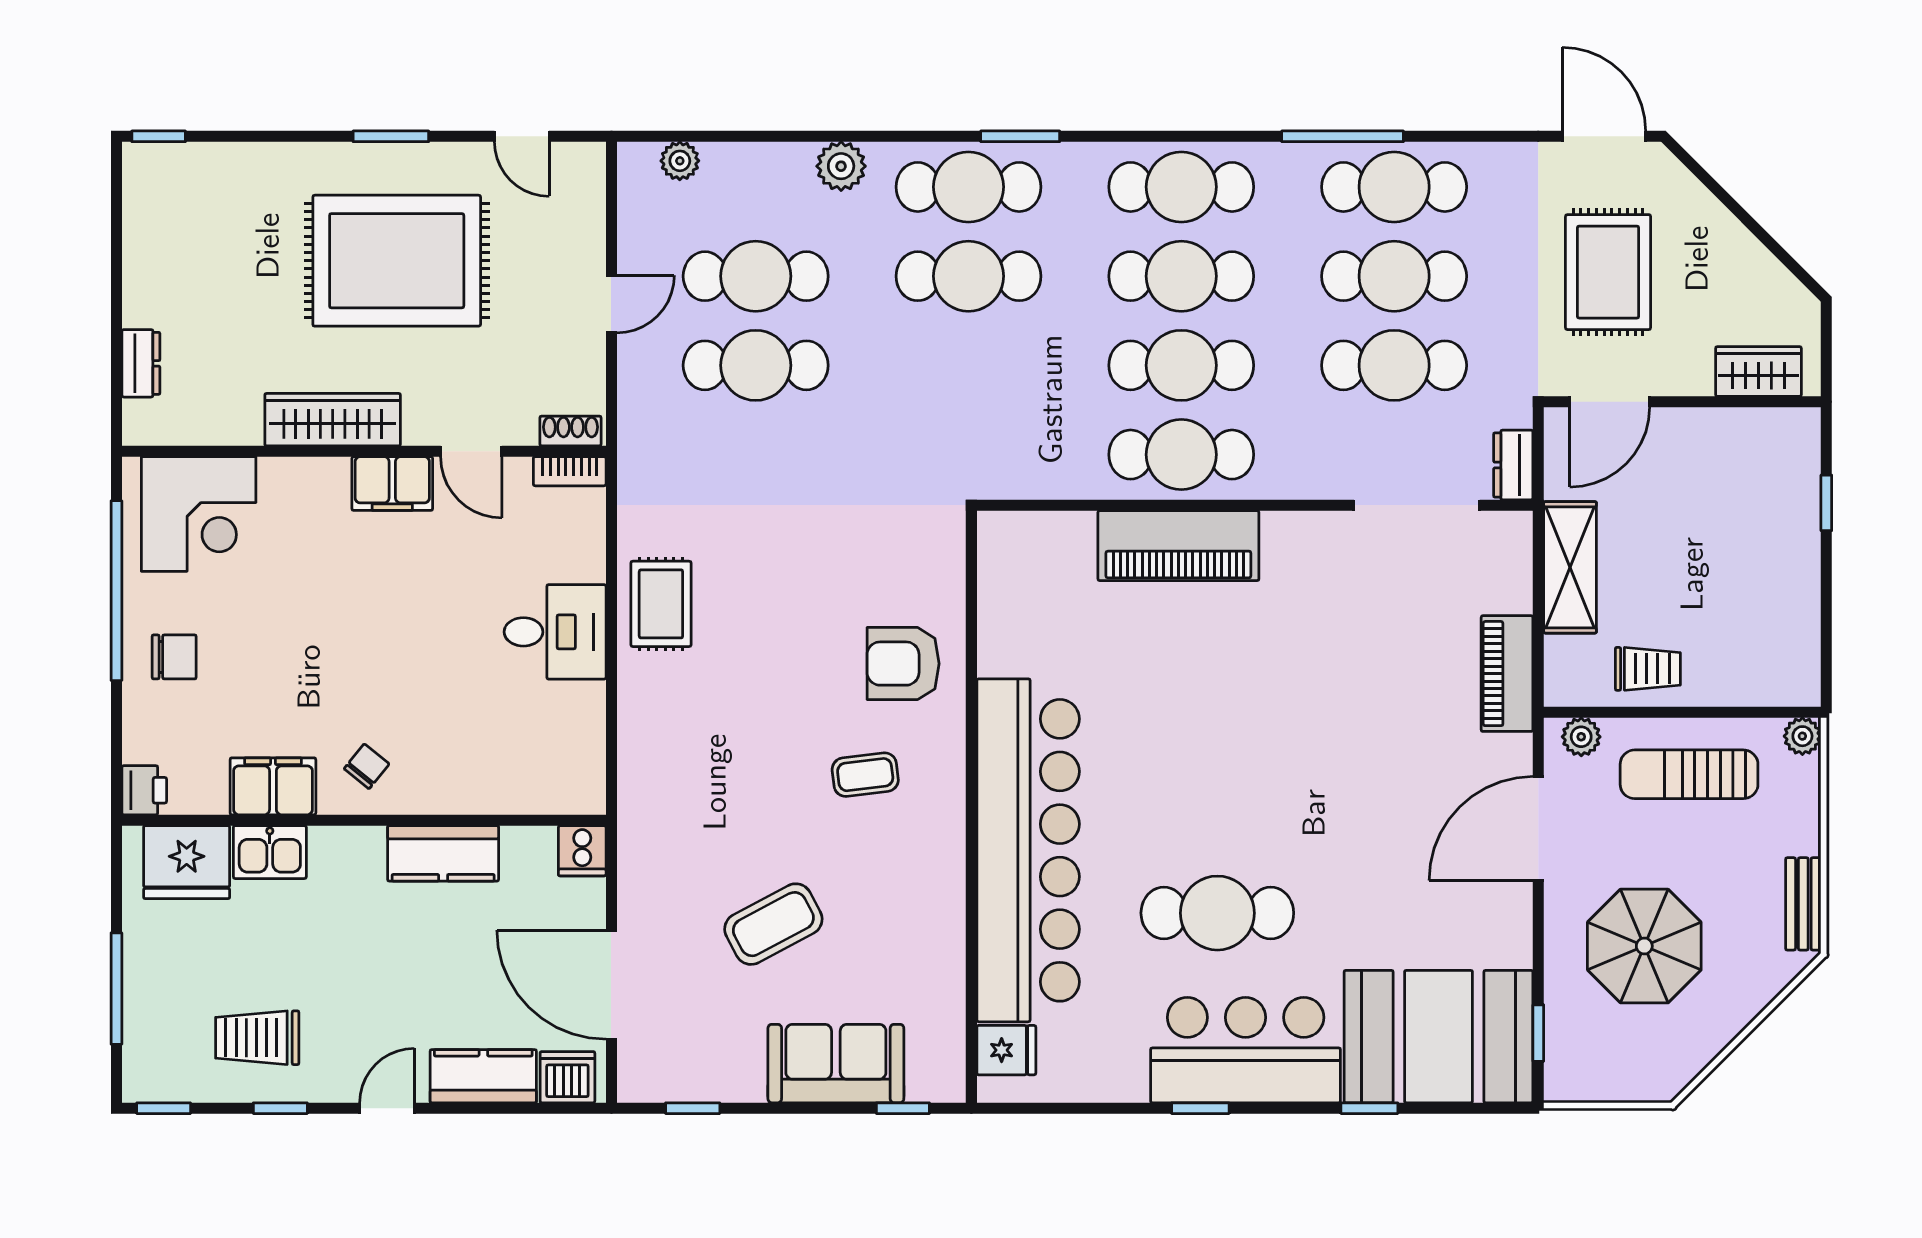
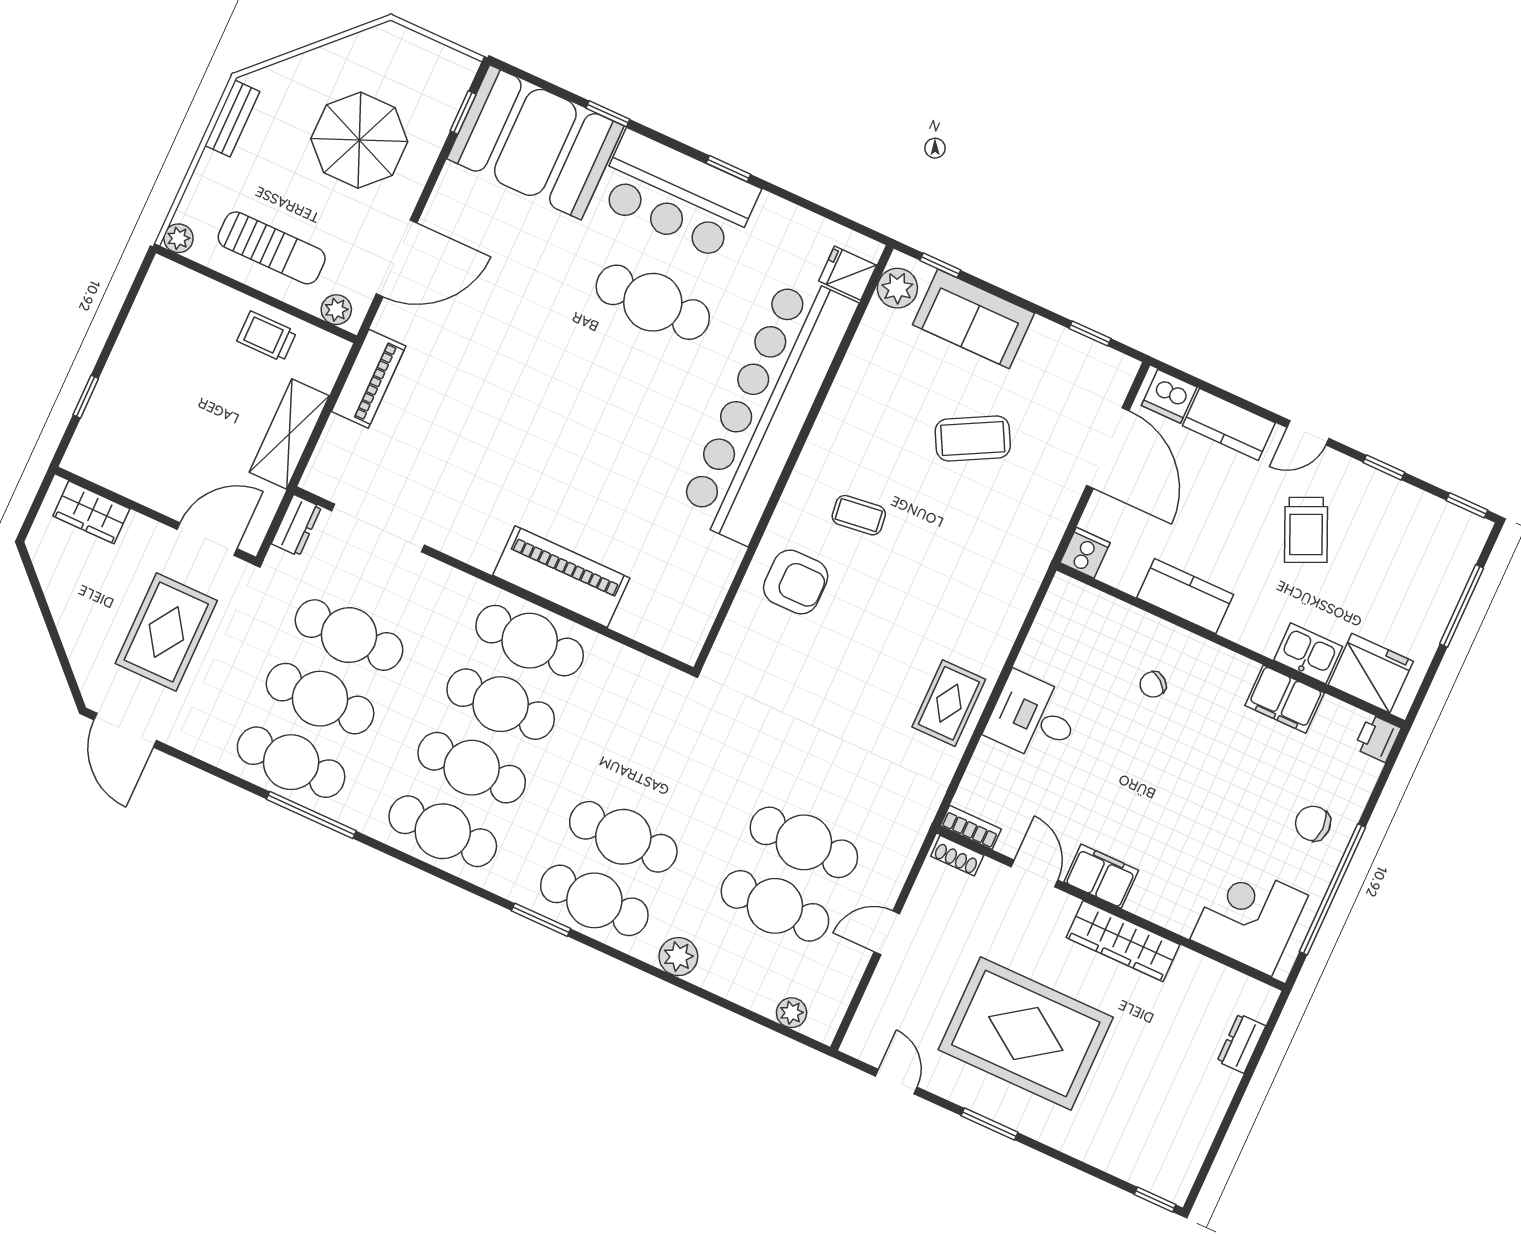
chair: (367, 766) -> (1153, 684), moved
trolley: (257, 1038) -> (1306, 530), moved, turned 66
plant: (941, 1059) -> (897, 288), added

